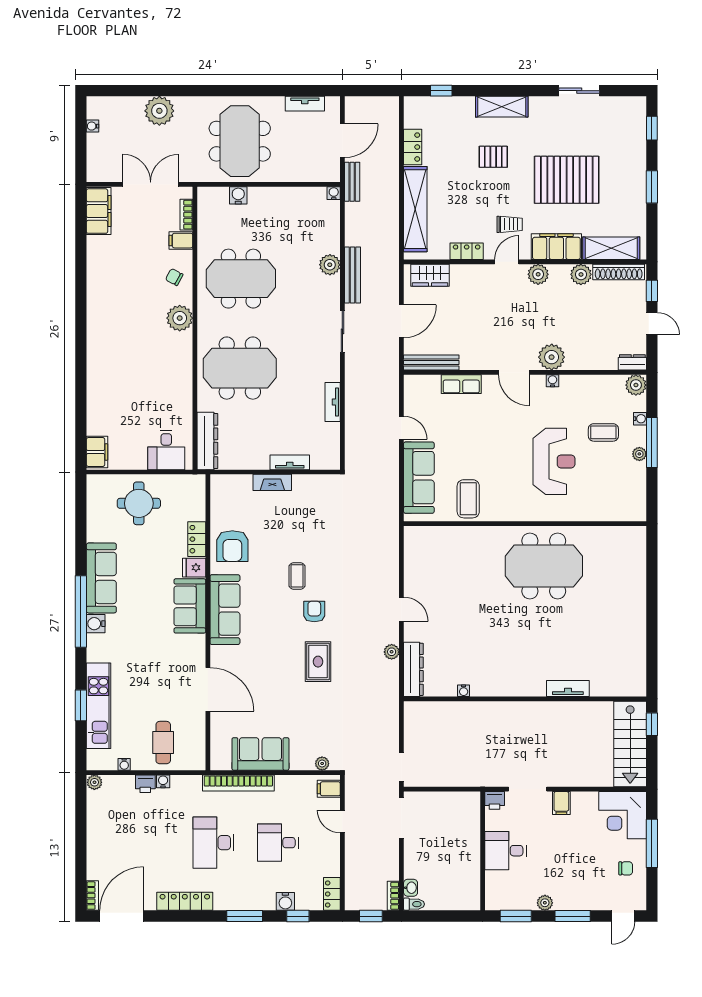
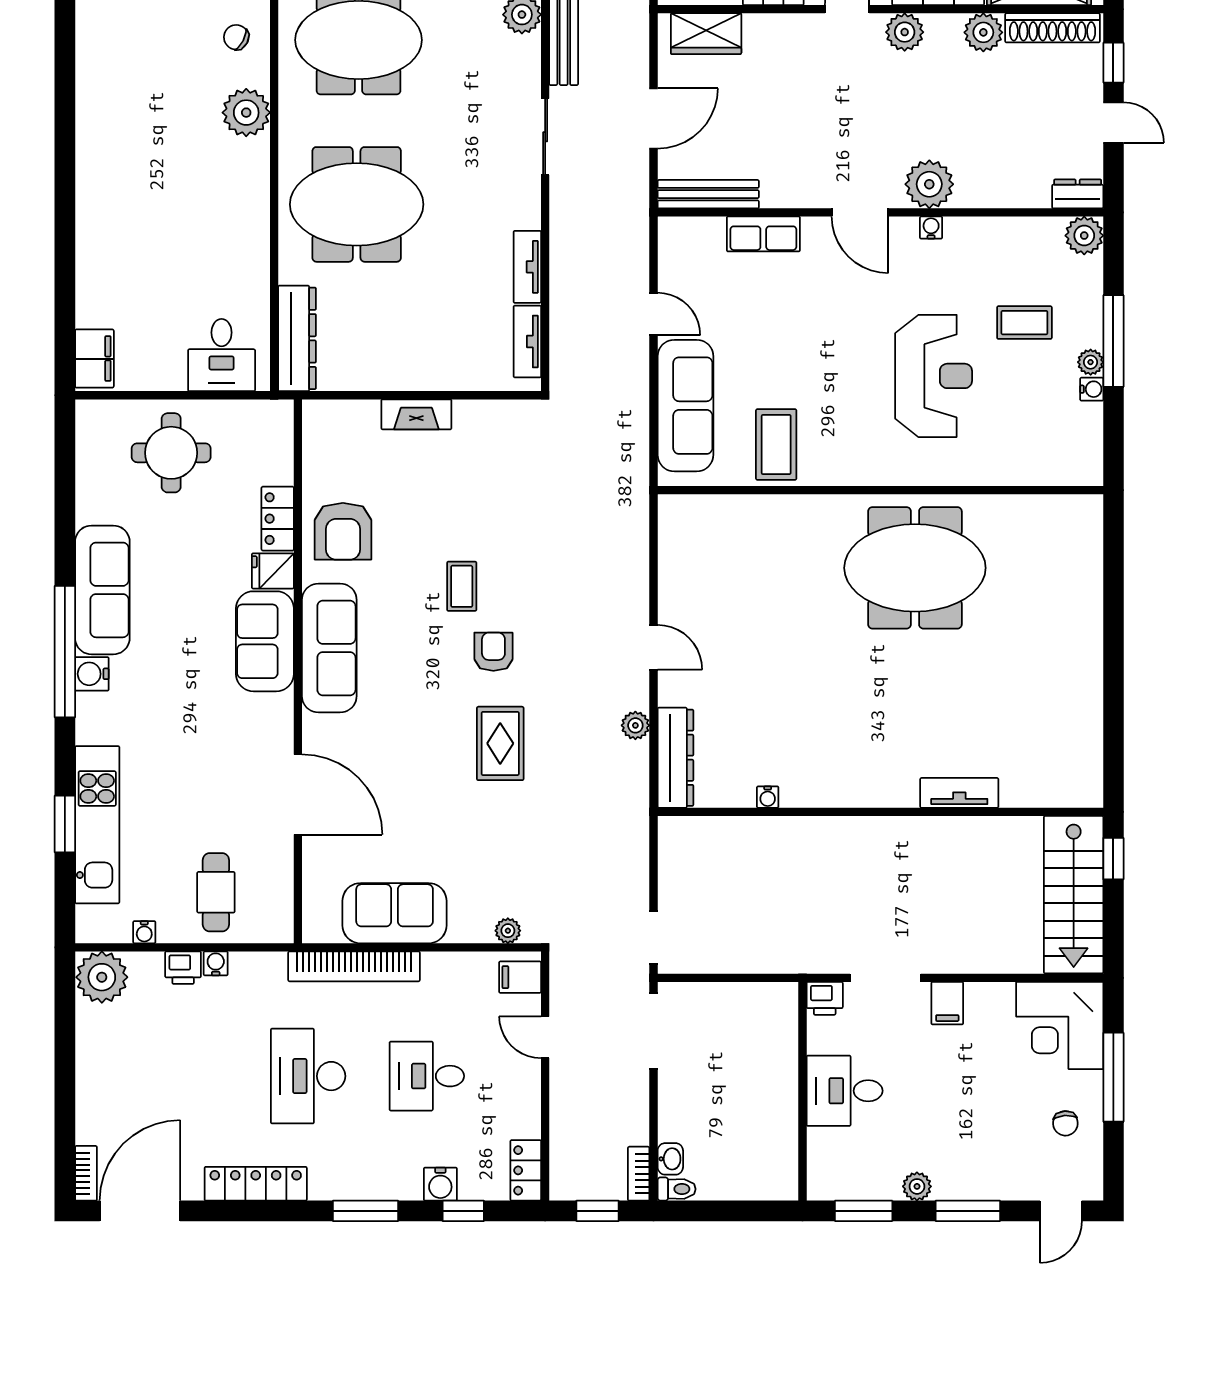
water cooler: (640, 419) -> (1092, 389), moved
tv unit: (290, 462) -> (527, 341), moved, turned -90
plant: (94, 782) -> (102, 977), width x1.88, depth x1.88
chair: (626, 868) -> (1065, 1123), turned 86

